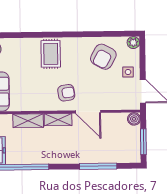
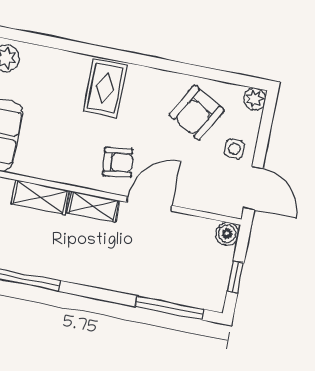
door: (88, 112) -> (149, 204), swing flipped
window: (143, 142) -> (235, 277), width x0.67
window: (98, 166) -> (169, 308), moved

